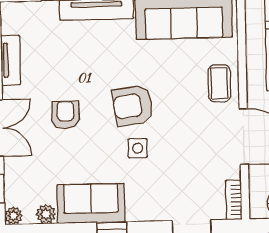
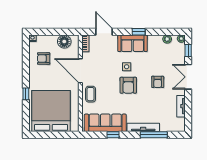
armchair: (133, 106) -> (128, 85), turned 98
sofa: (91, 203) -> (133, 43), moved

